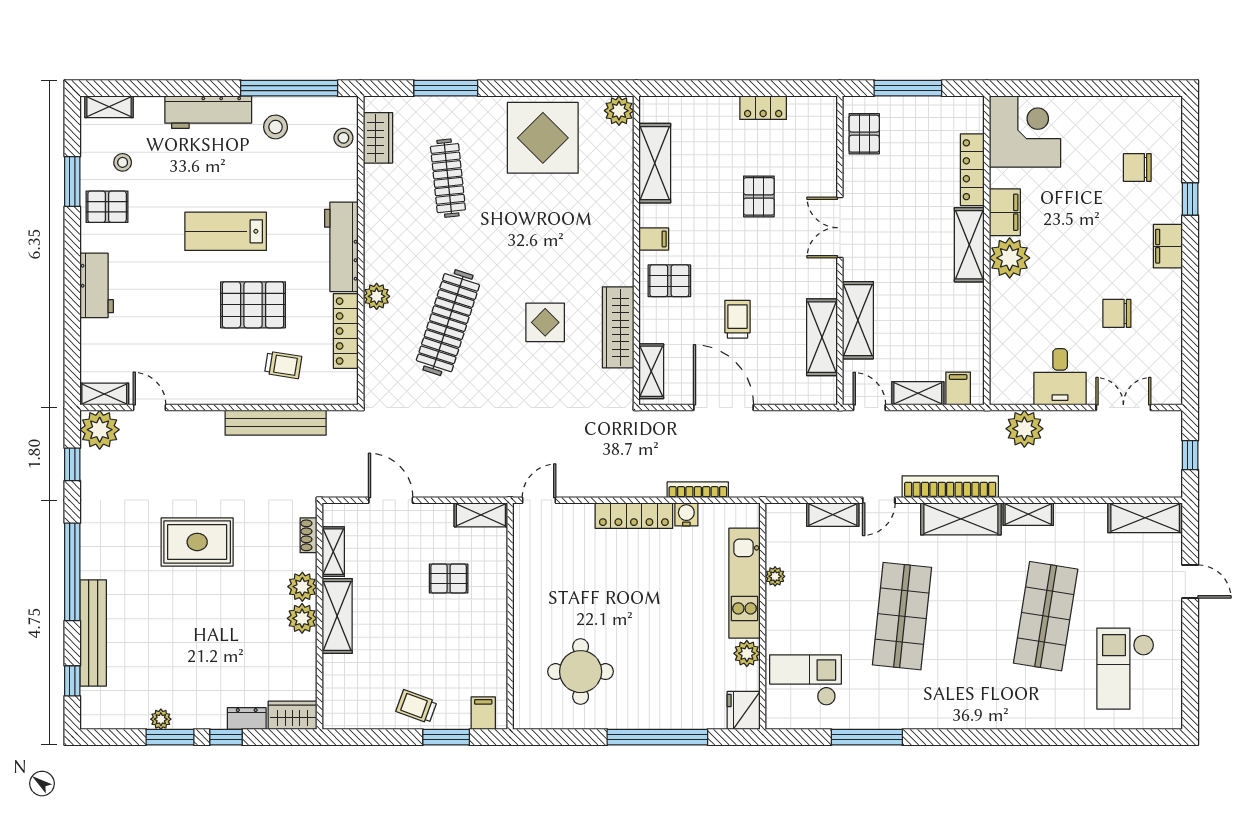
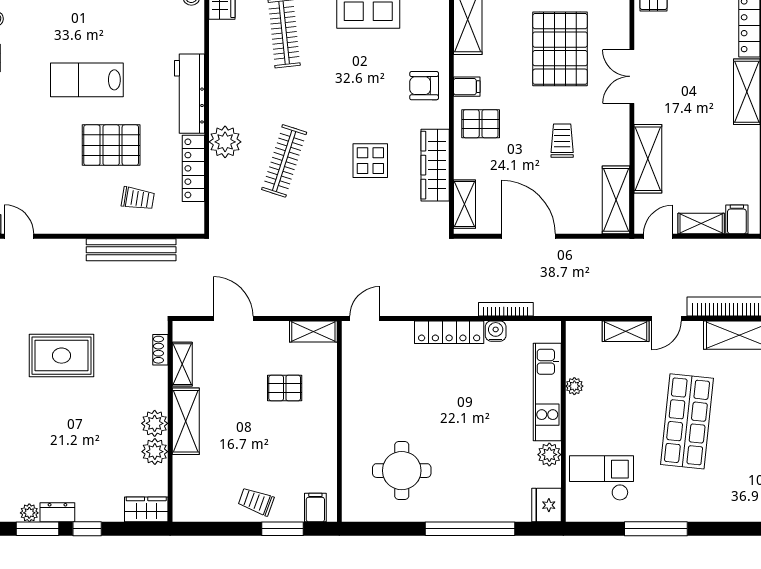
pallet: (759, 196) -> (560, 49), width x2.05, depth x2.00
armchair: (606, 238) -> (424, 86), added
plant: (377, 296) -> (225, 142), width x1.36, depth x1.36
trolley: (738, 319) -> (562, 141), moved
clothes rail: (448, 323) -> (284, 161), width x0.73, depth x0.76
shelving: (822, 337) -> (616, 200), moved
door: (869, 408) -> (658, 236), hinge flipped
plant: (302, 587) -> (155, 452), moved
dresser: (247, 719) -> (57, 512), moved

